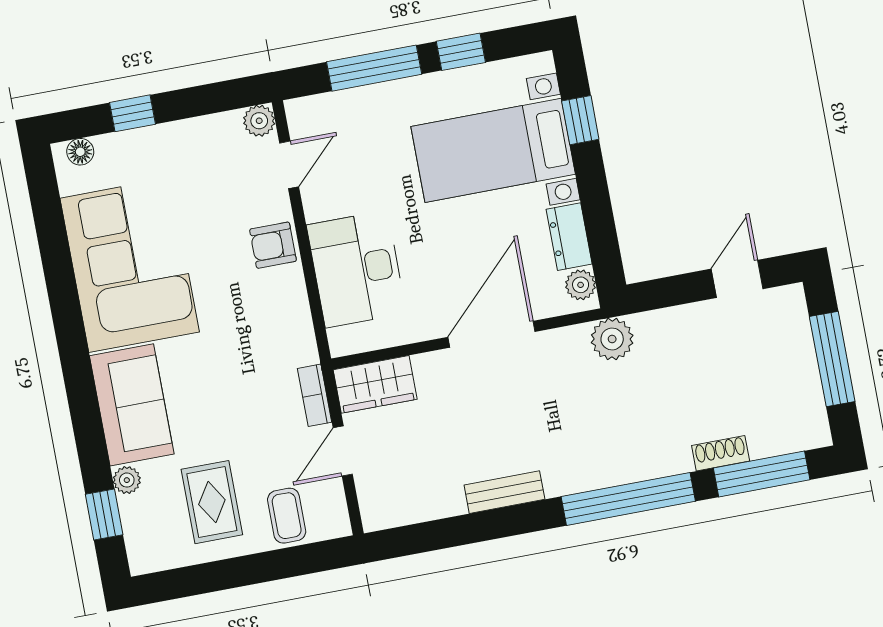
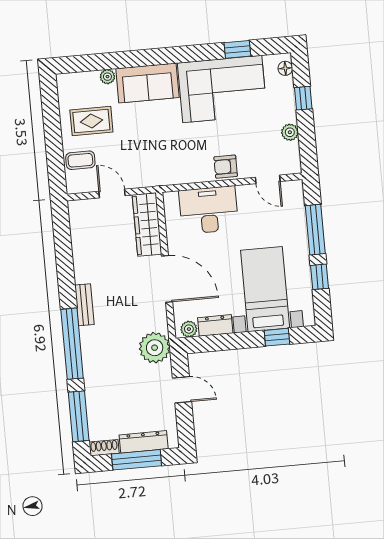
plant: (259, 121) -> (290, 132), moved
armchair: (273, 245) -> (226, 167), turned -90
door: (737, 279) -> (182, 390), moved
plant: (612, 339) -> (155, 348), width x1.36, depth x1.36
dresser: (798, 349) -> (144, 442), added
wardrobe: (375, 384) -> (147, 224), width x1.50
bookcase: (315, 395) -> (143, 181), removed
shoe rack: (721, 453) -> (104, 448), moved, turned -90
bench: (504, 492) -> (84, 305), moved
window: (104, 514) -> (237, 49), moved

